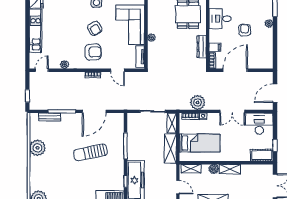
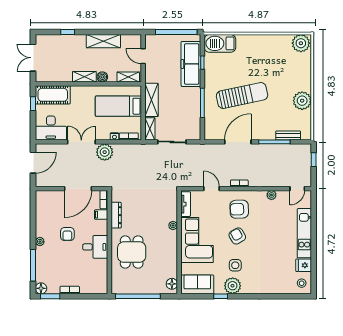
plant: (198, 102) -> (105, 152), moved
sun lounger: (90, 152) -> (242, 95), width x1.36, depth x1.34
cot: (262, 155) -> (53, 95), width x1.37, depth x1.34

